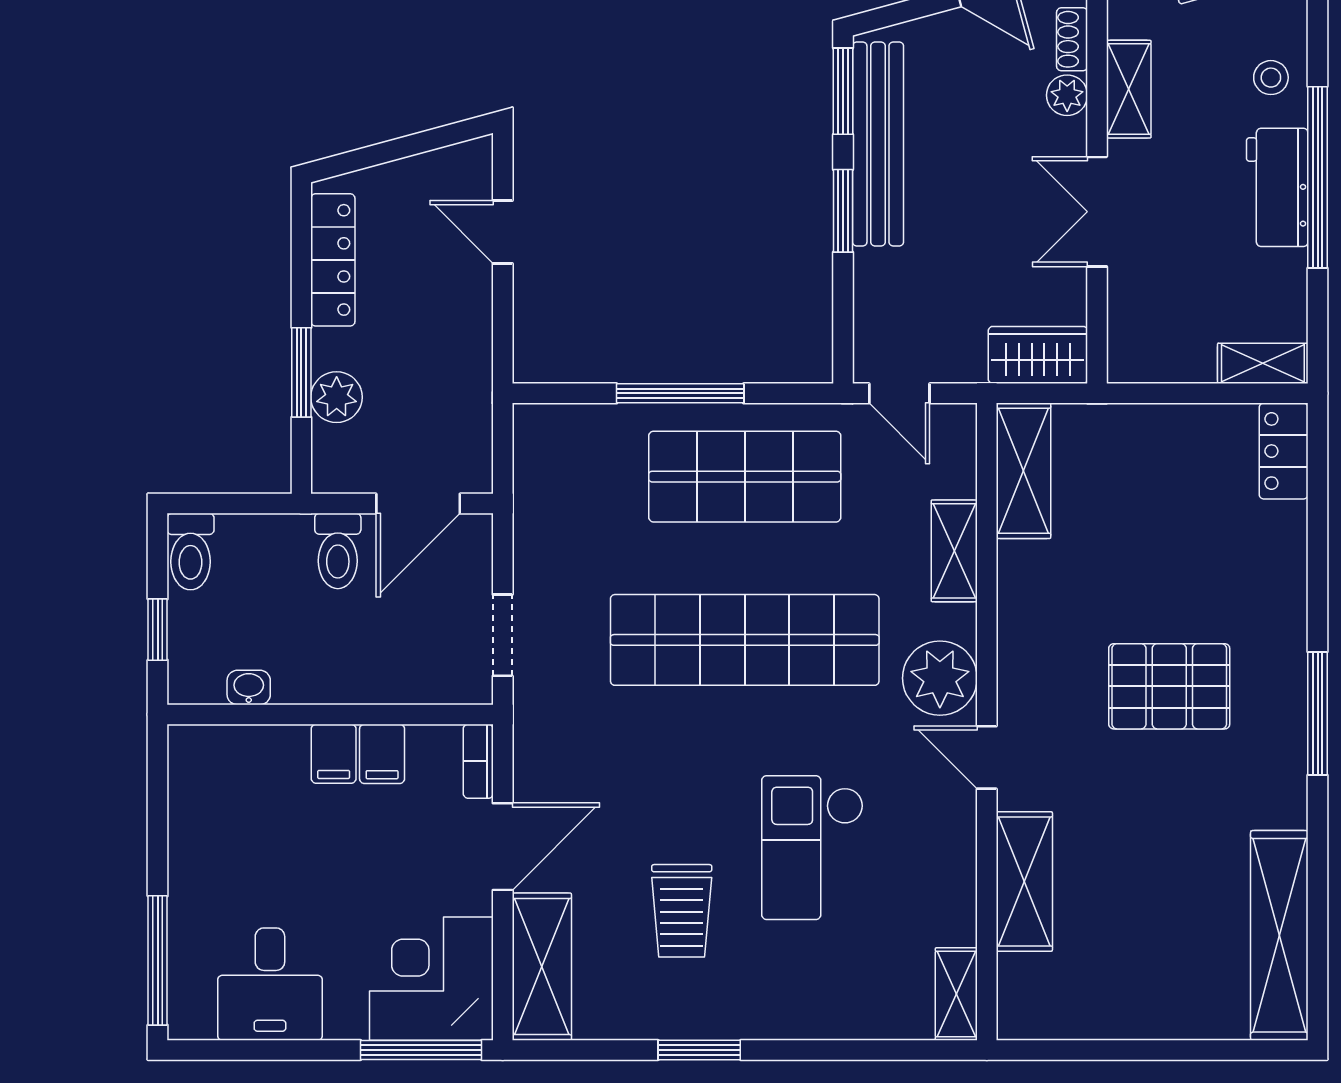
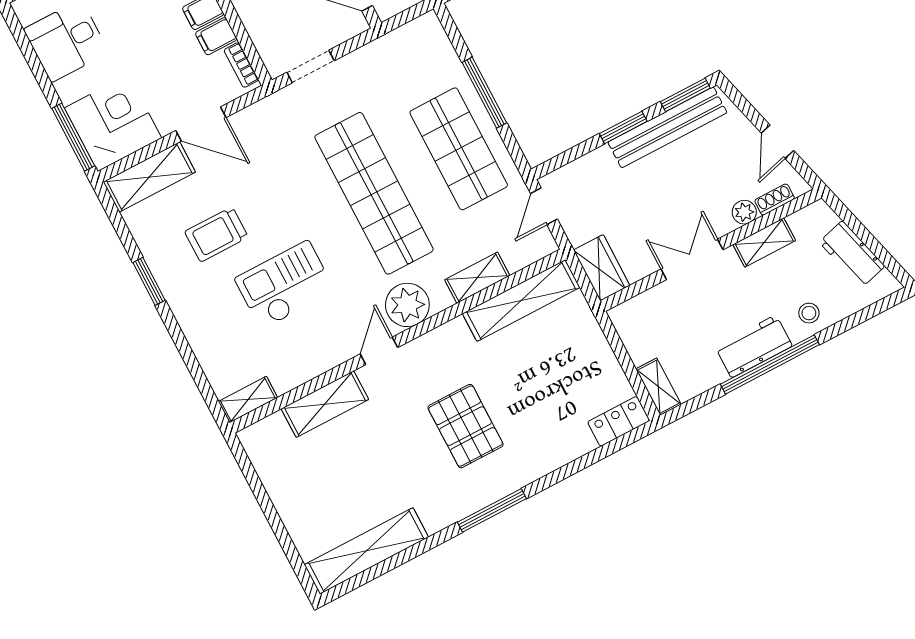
shelving: (1024, 471) -> (521, 300), width x1.47
bookcase: (478, 761) -> (241, 65), moved, turned -90

